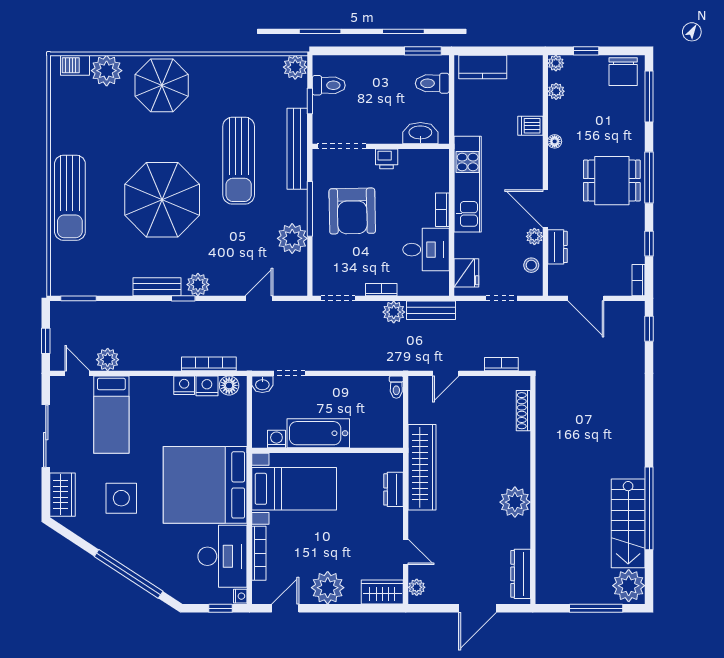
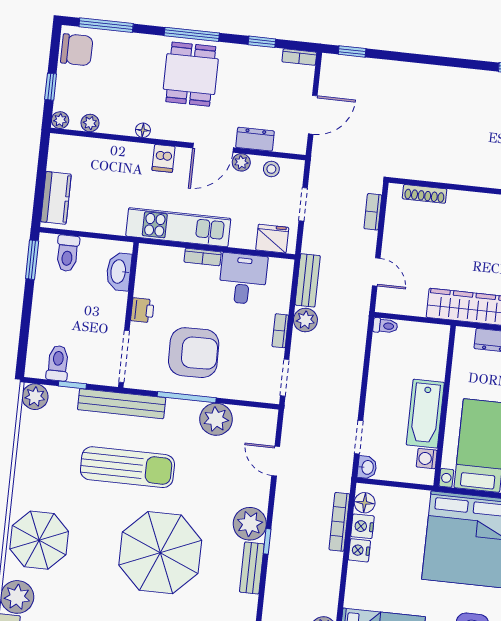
dishwasher: (530, 126) -> (163, 158), moved
plant: (198, 285) -> (250, 524), width x1.36, depth x1.36

